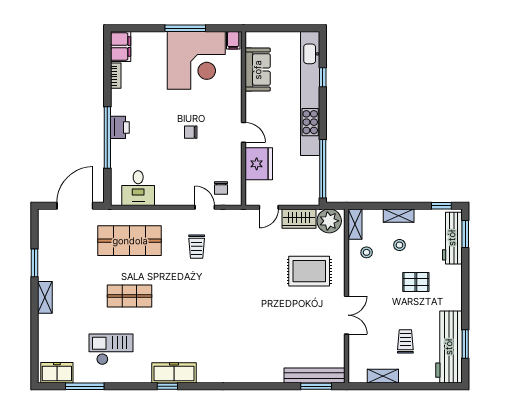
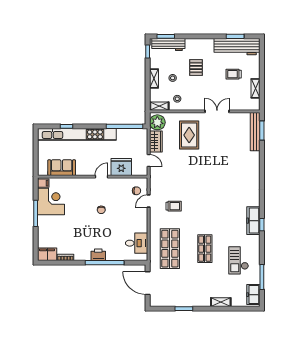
corner desk: (196, 60) -> (51, 202), width x0.74, depth x0.74
shelving: (45, 297) -> (221, 302), moved

